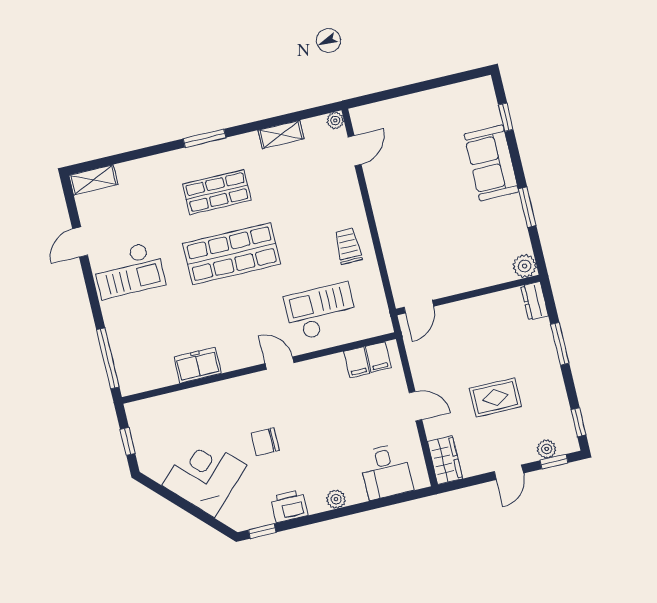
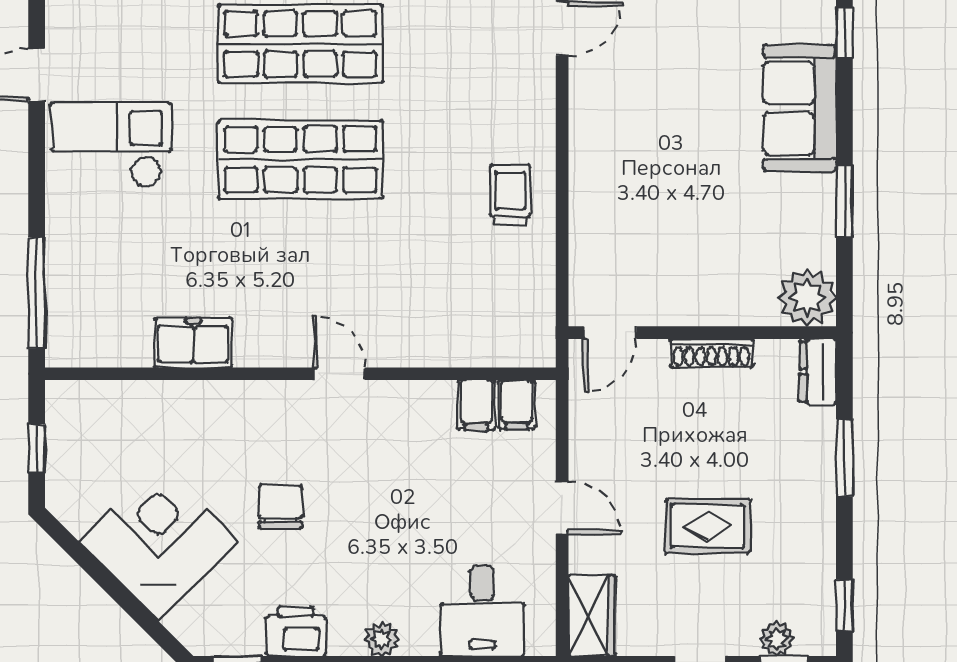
shop shelf: (217, 192) -> (300, 44), width x1.43, depth x1.36
plant: (525, 266) -> (807, 297), width x1.36, depth x1.36
checkout: (129, 270) -> (111, 145), turned 180
shoe rack: (475, 305) -> (711, 353), added
checkout: (321, 312) -> (434, 300), removed
chair: (265, 442) -> (280, 507), turned 90

